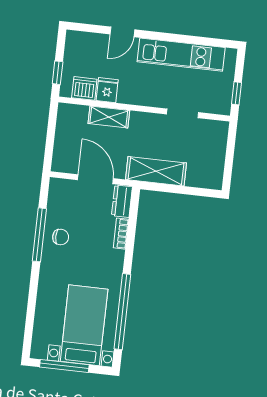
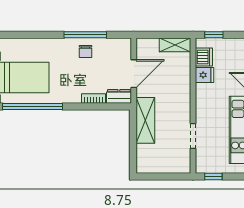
shelving: (109, 117) -> (175, 45), moved, turned 90

